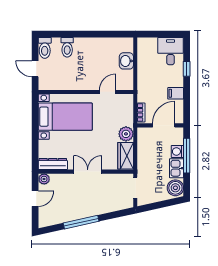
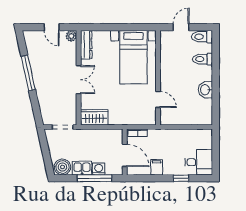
washbasin: (126, 61) -> (205, 90), moved, turned -90
plant: (126, 134) -> (116, 118), removed

